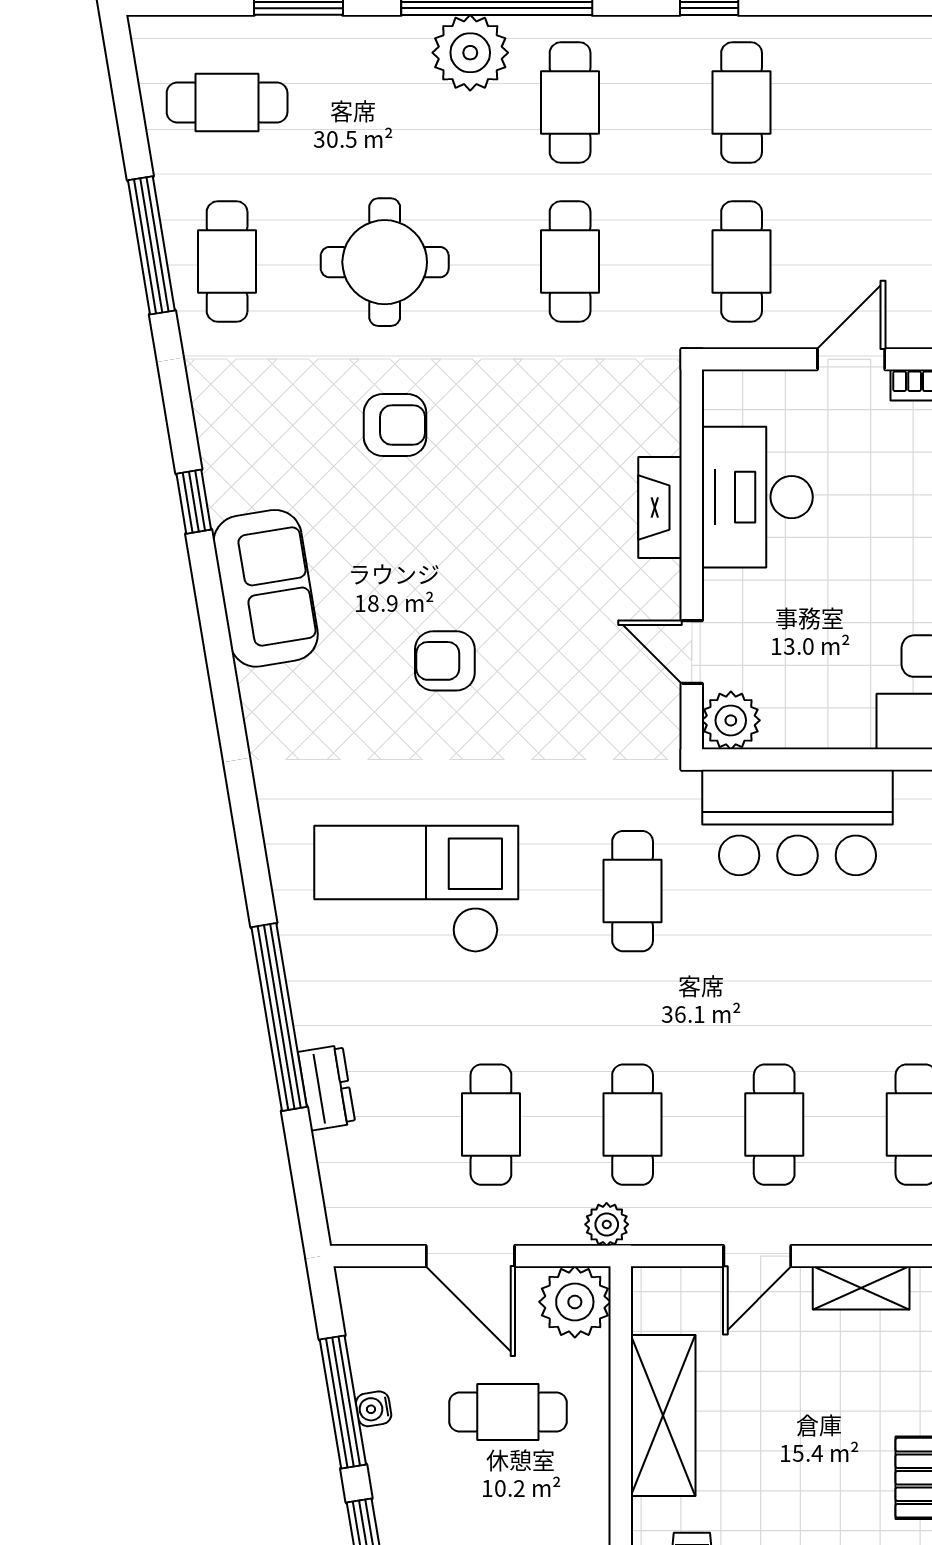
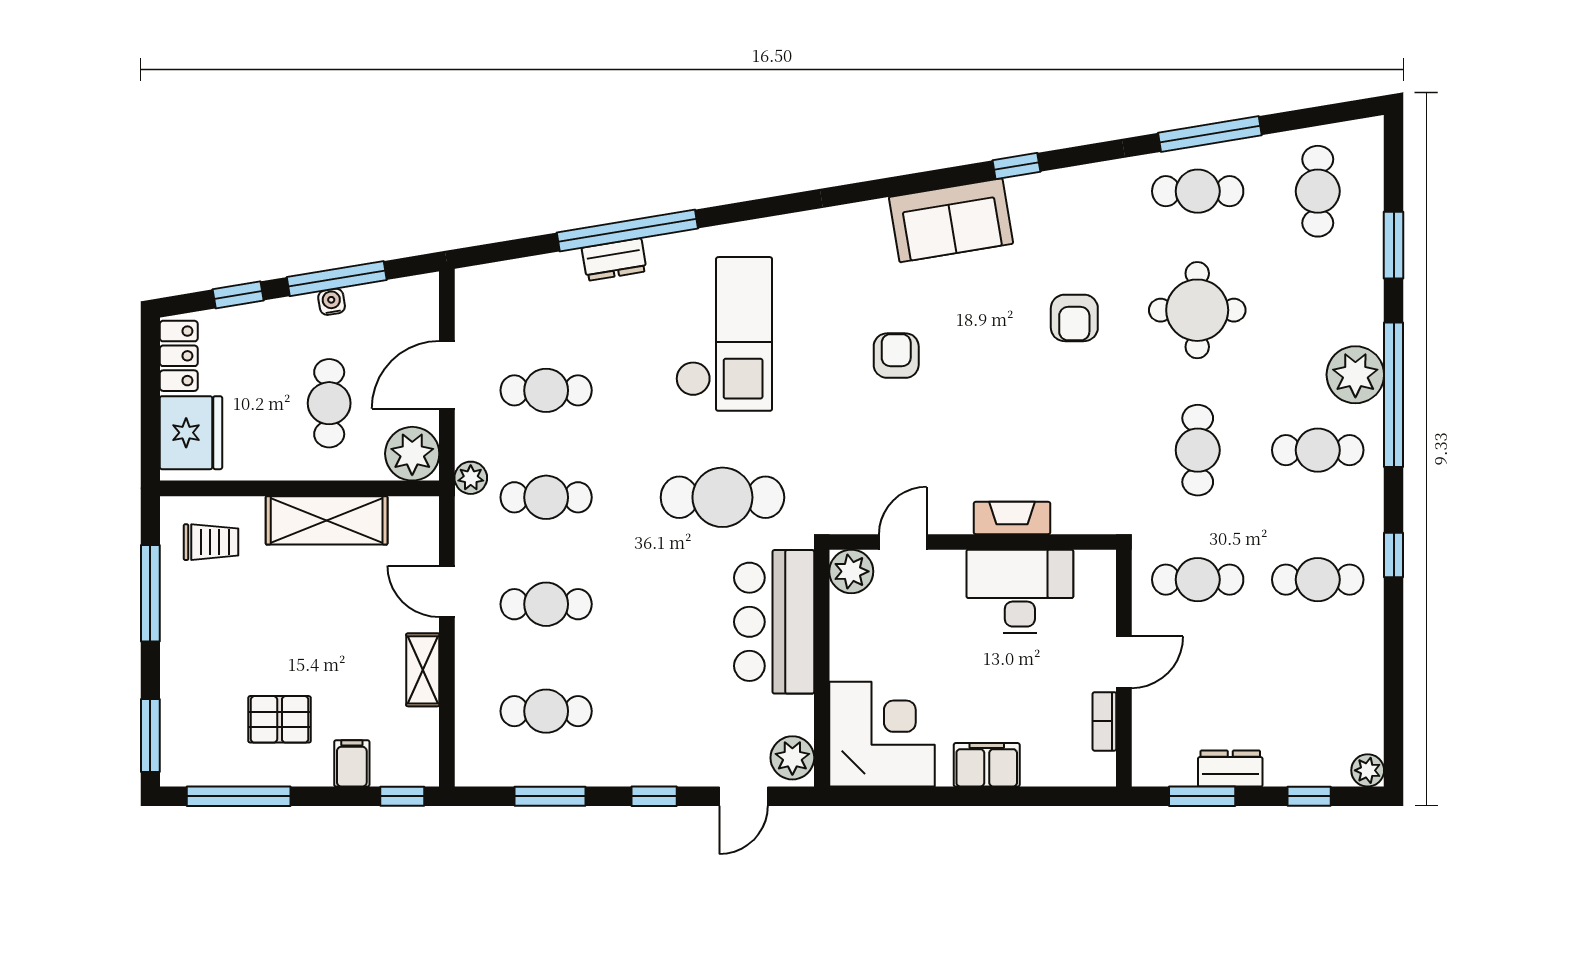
cafe table: (570, 261) -> (1198, 450), turned 90
door: (851, 359) -> (1124, 662), hinge flipped
cafe table: (633, 891) -> (722, 497), width x1.37, depth x1.35
dresser: (326, 1088) -> (614, 260), moved

